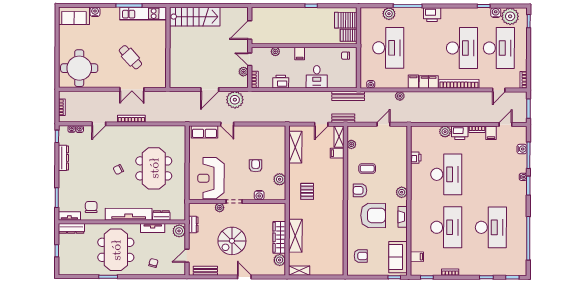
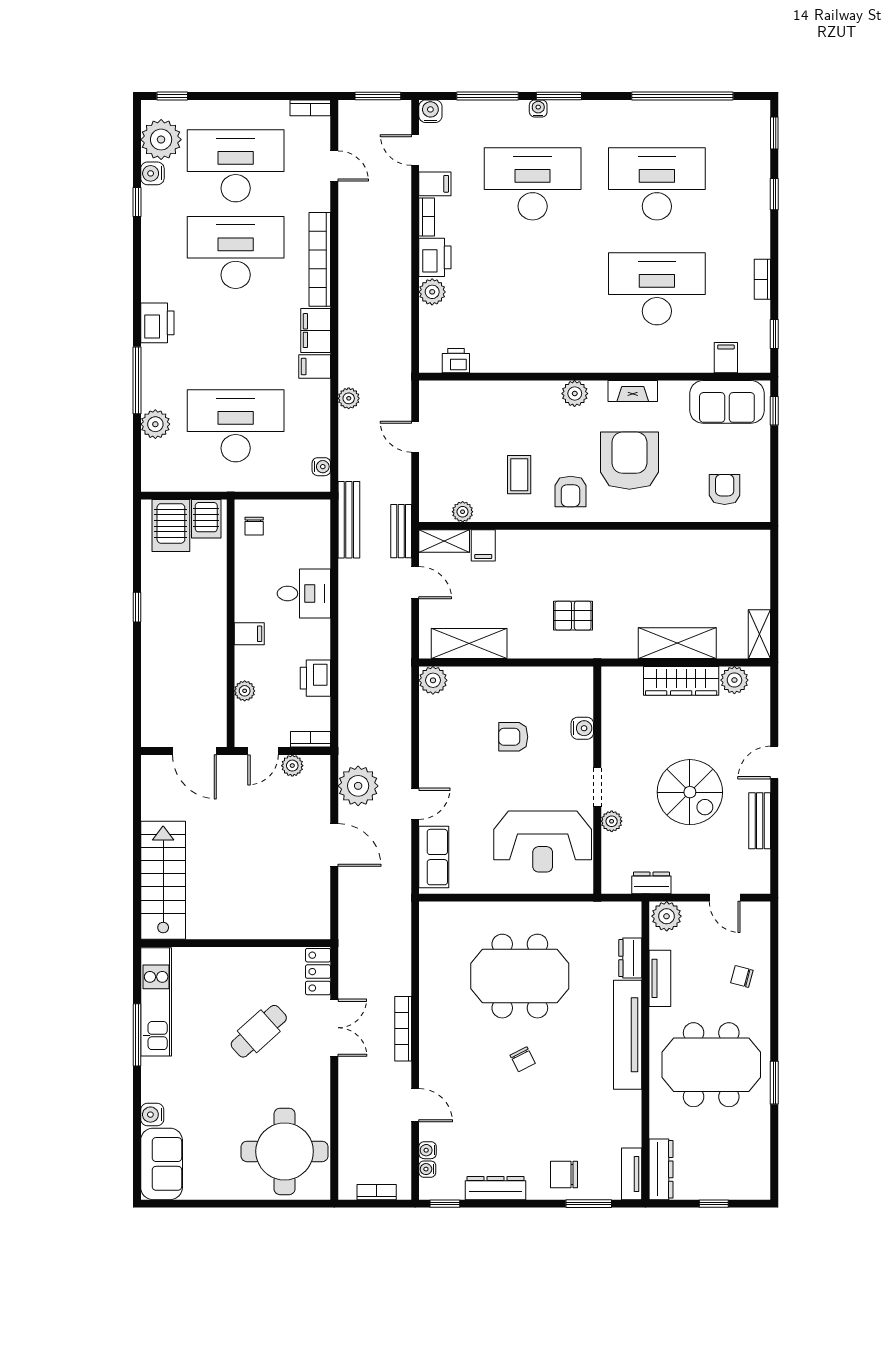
locker: (156, 83) -> (318, 972), added
water cooler: (522, 149) -> (430, 111), moved
printer: (416, 158) -> (456, 361), moved
desk: (446, 174) -> (533, 184), moved
plant: (280, 179) -> (433, 680), moved
chair: (91, 207) -> (564, 1174), moved
bench: (205, 271) -> (760, 821), moved

